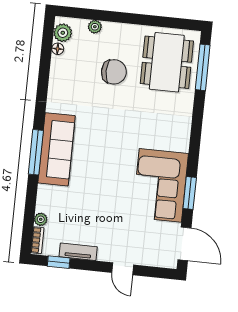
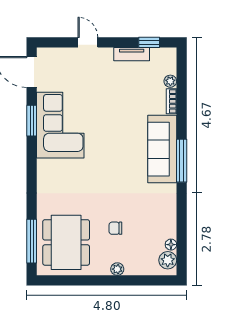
plant: (95, 27) -> (117, 269), moved
chair: (114, 72) -> (115, 228), width x0.54, depth x0.54
window: (36, 152) -> (182, 161), moved
bookcase: (37, 240) -> (172, 101), moved

